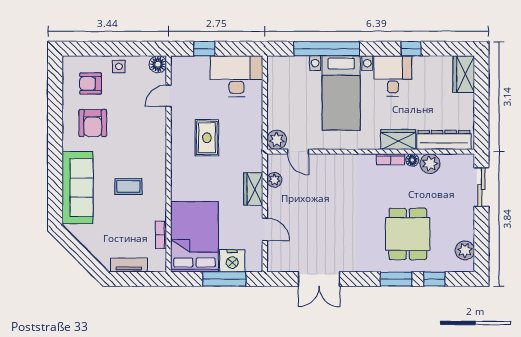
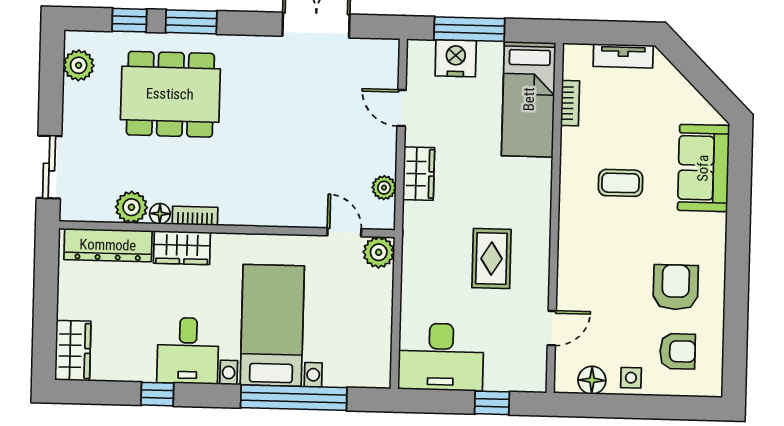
floor lamp: (158, 64) -> (592, 380), moved
sofa: (78, 187) -> (703, 168), width x0.73
dining table: (408, 234) -> (170, 94), width x1.38
bed: (194, 237) -> (529, 99), width x0.67

